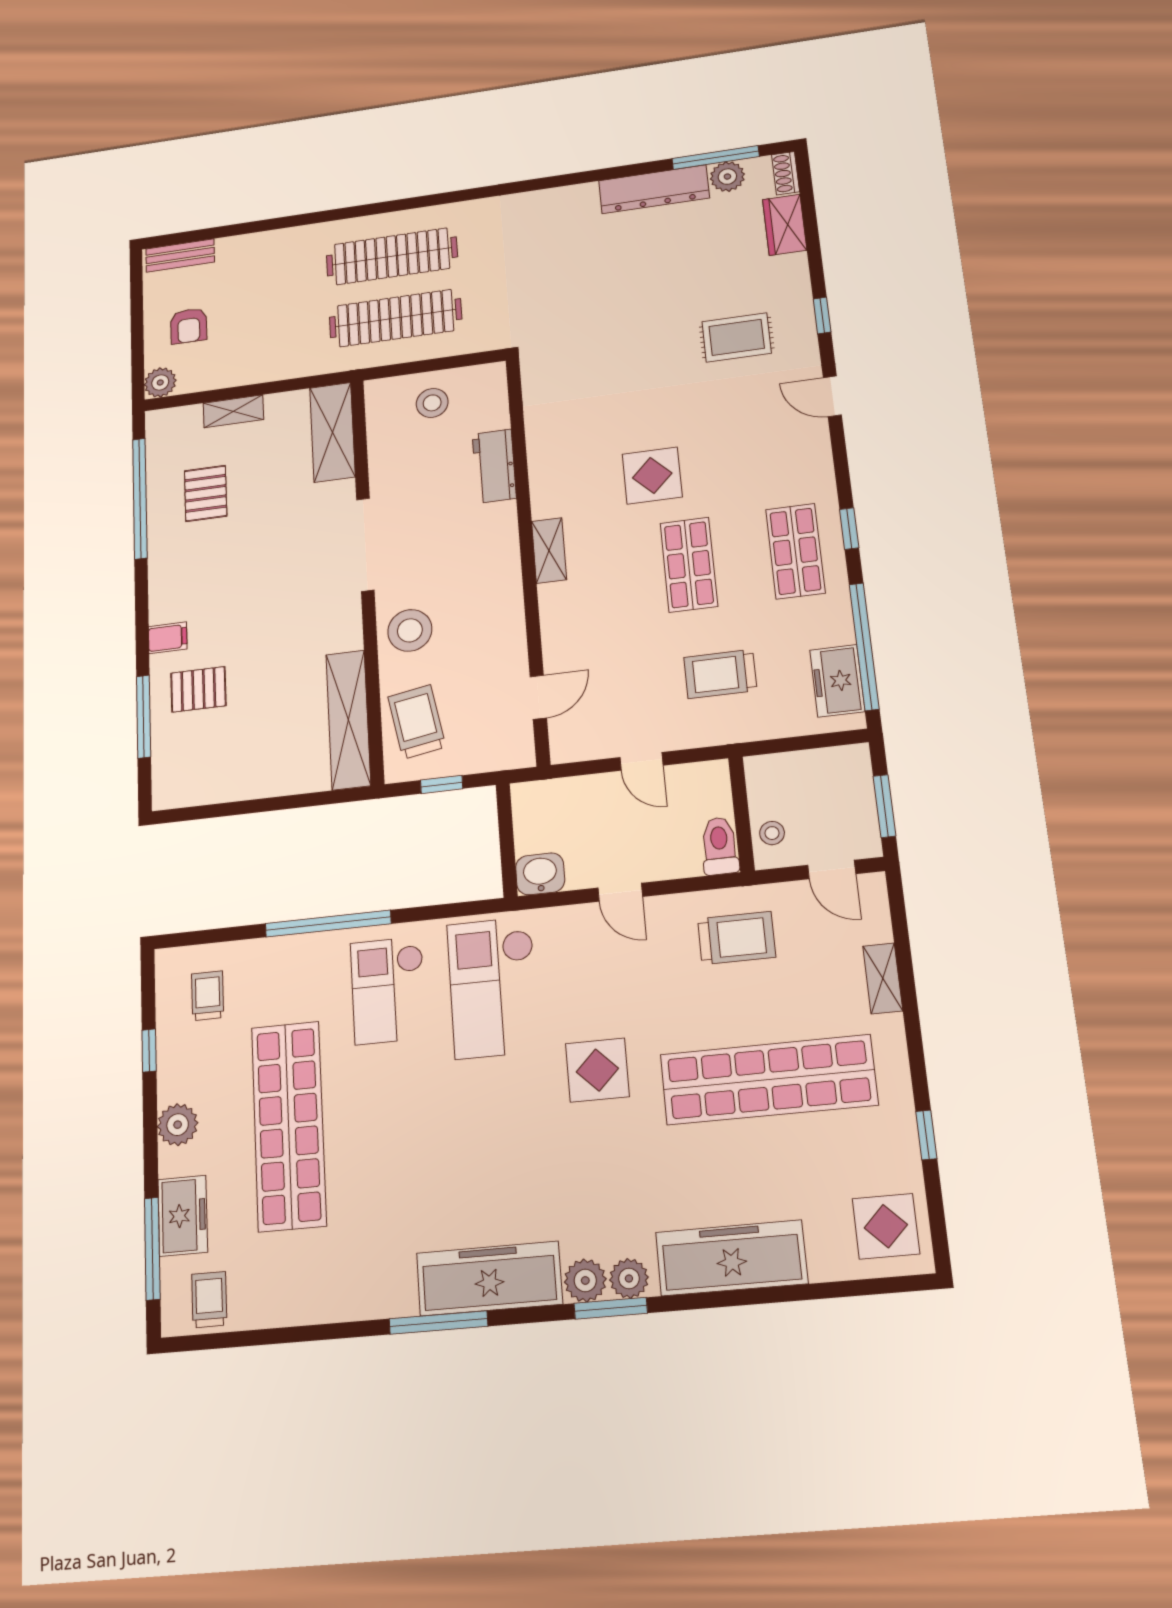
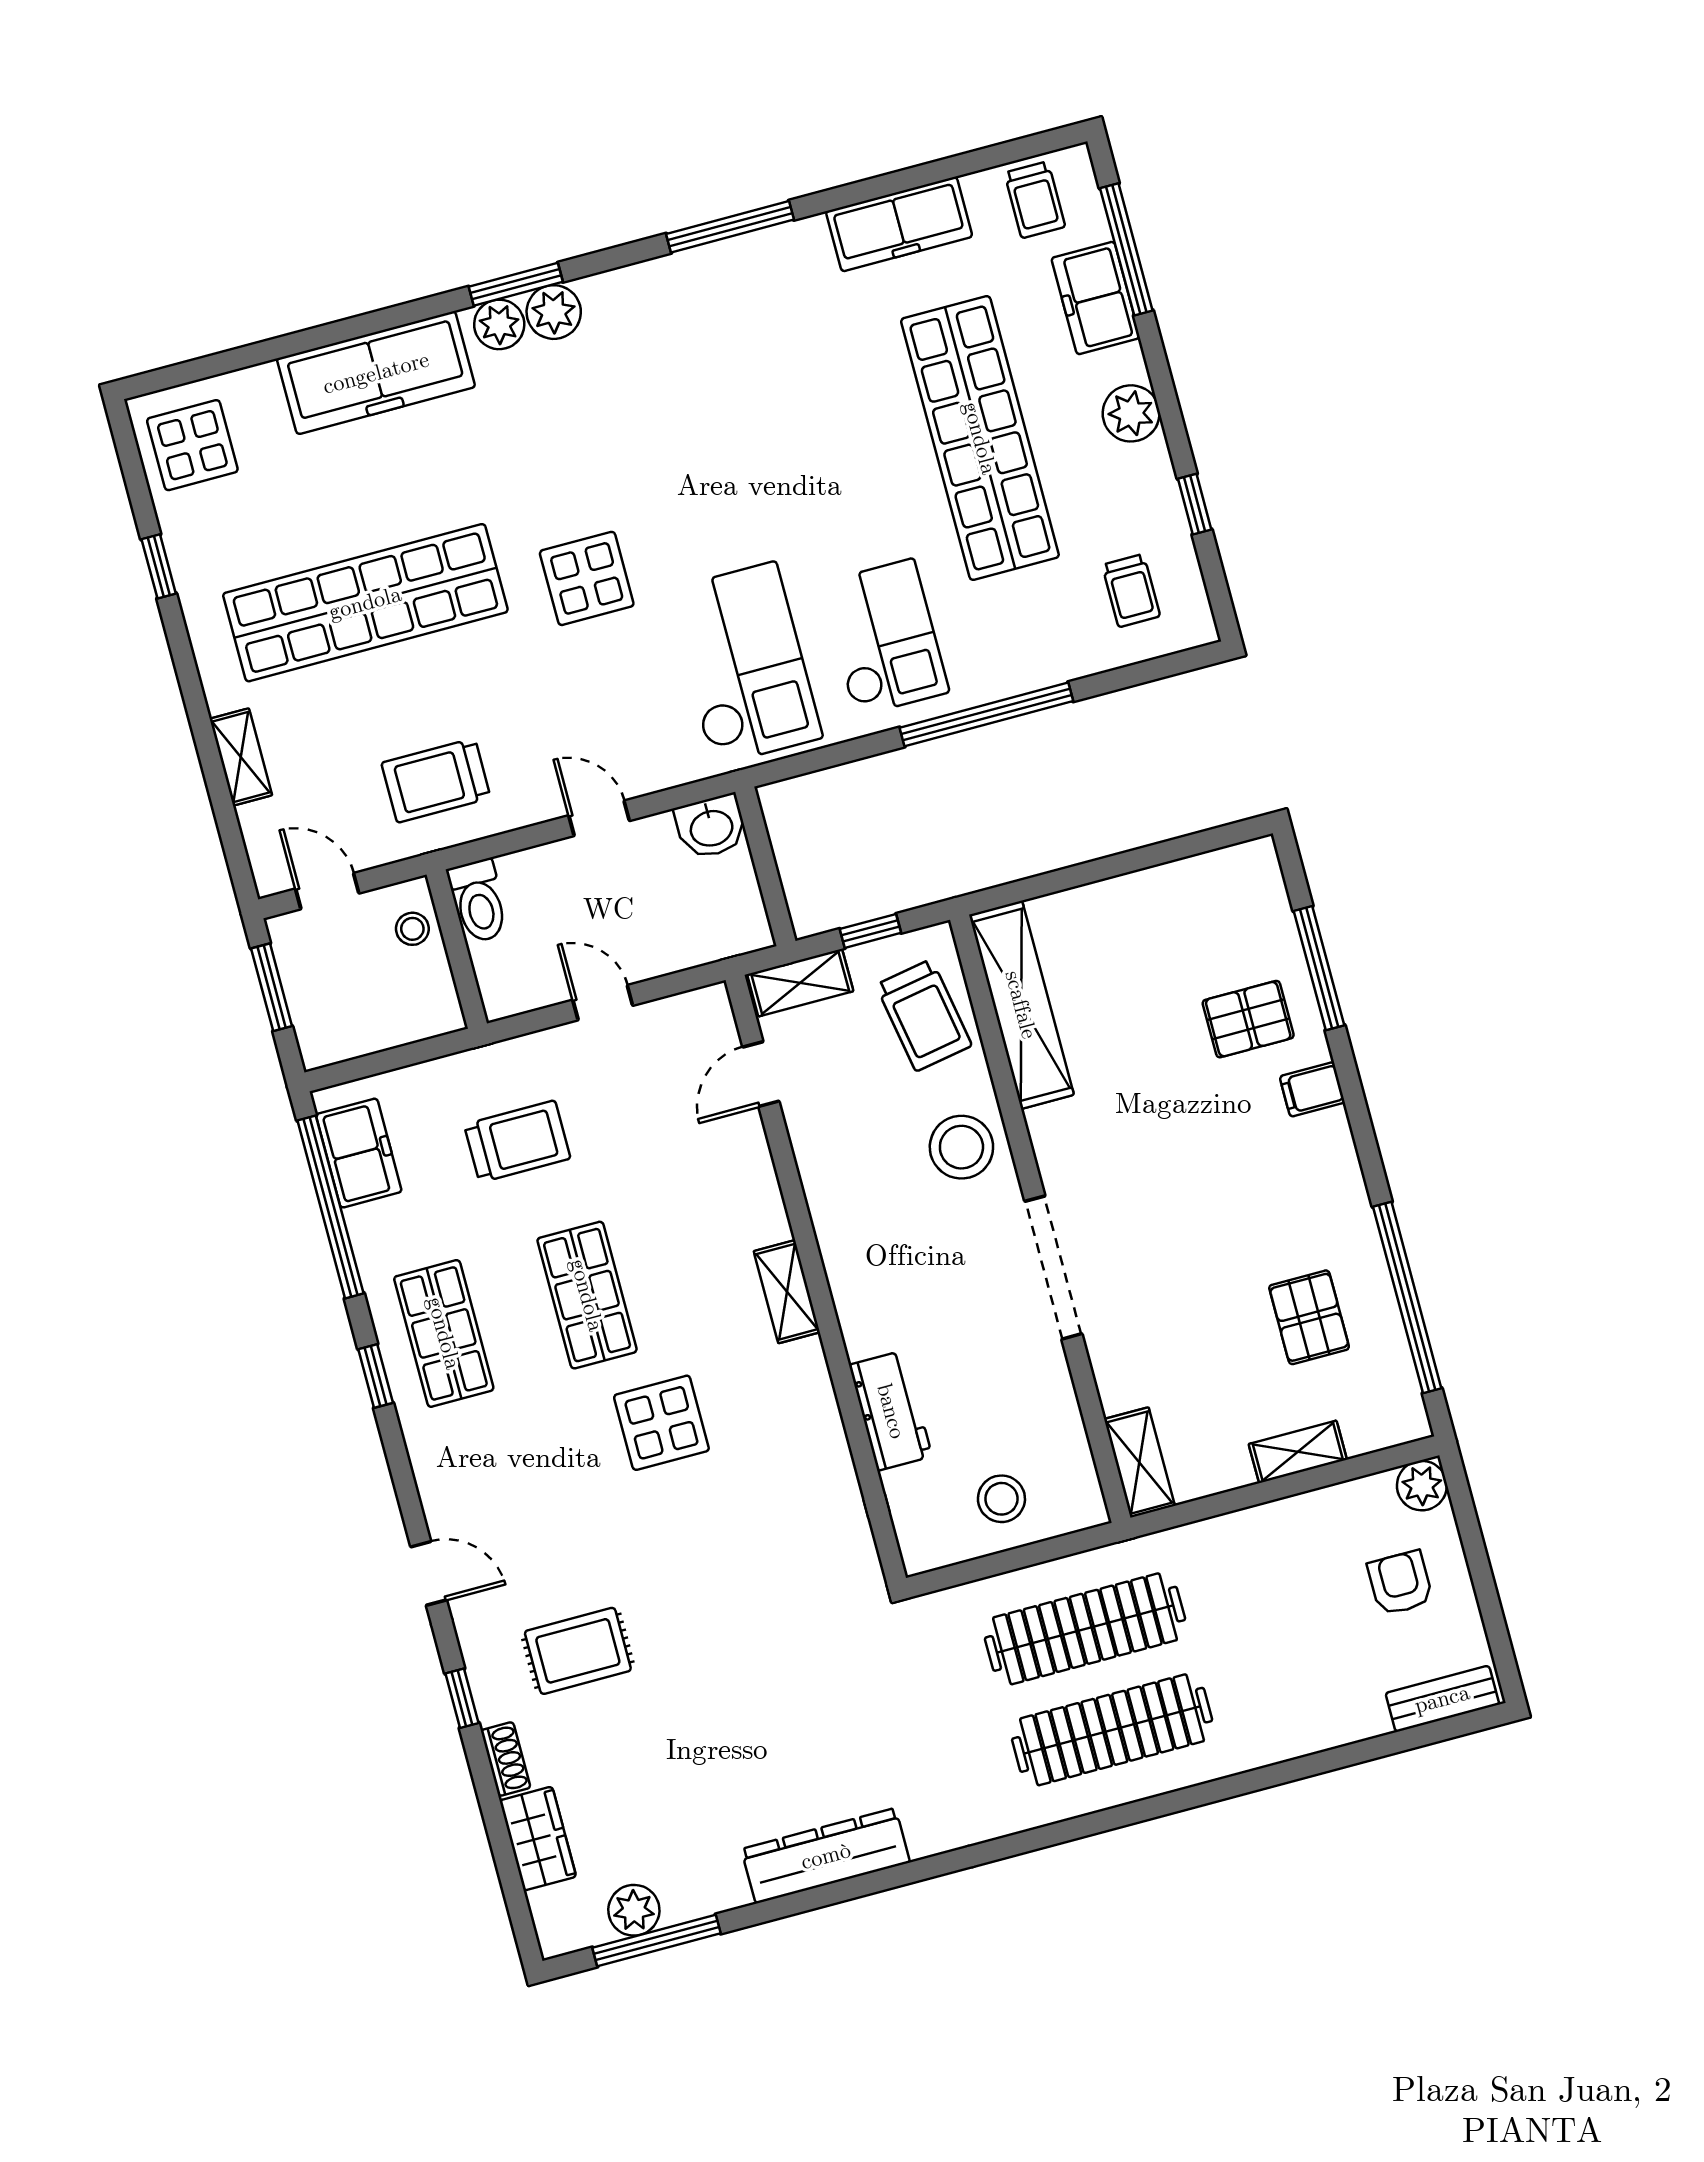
shoe rack: (786, 173) -> (506, 1759), moved
dresser: (654, 189) -> (826, 1856), moved
shelving: (332, 432) -> (1139, 1462), width x0.67, depth x0.75
shelving: (498, 756) -> (800, 983), added
freezer: (489, 1278) -> (899, 224), moved, width x0.73, depth x0.79

